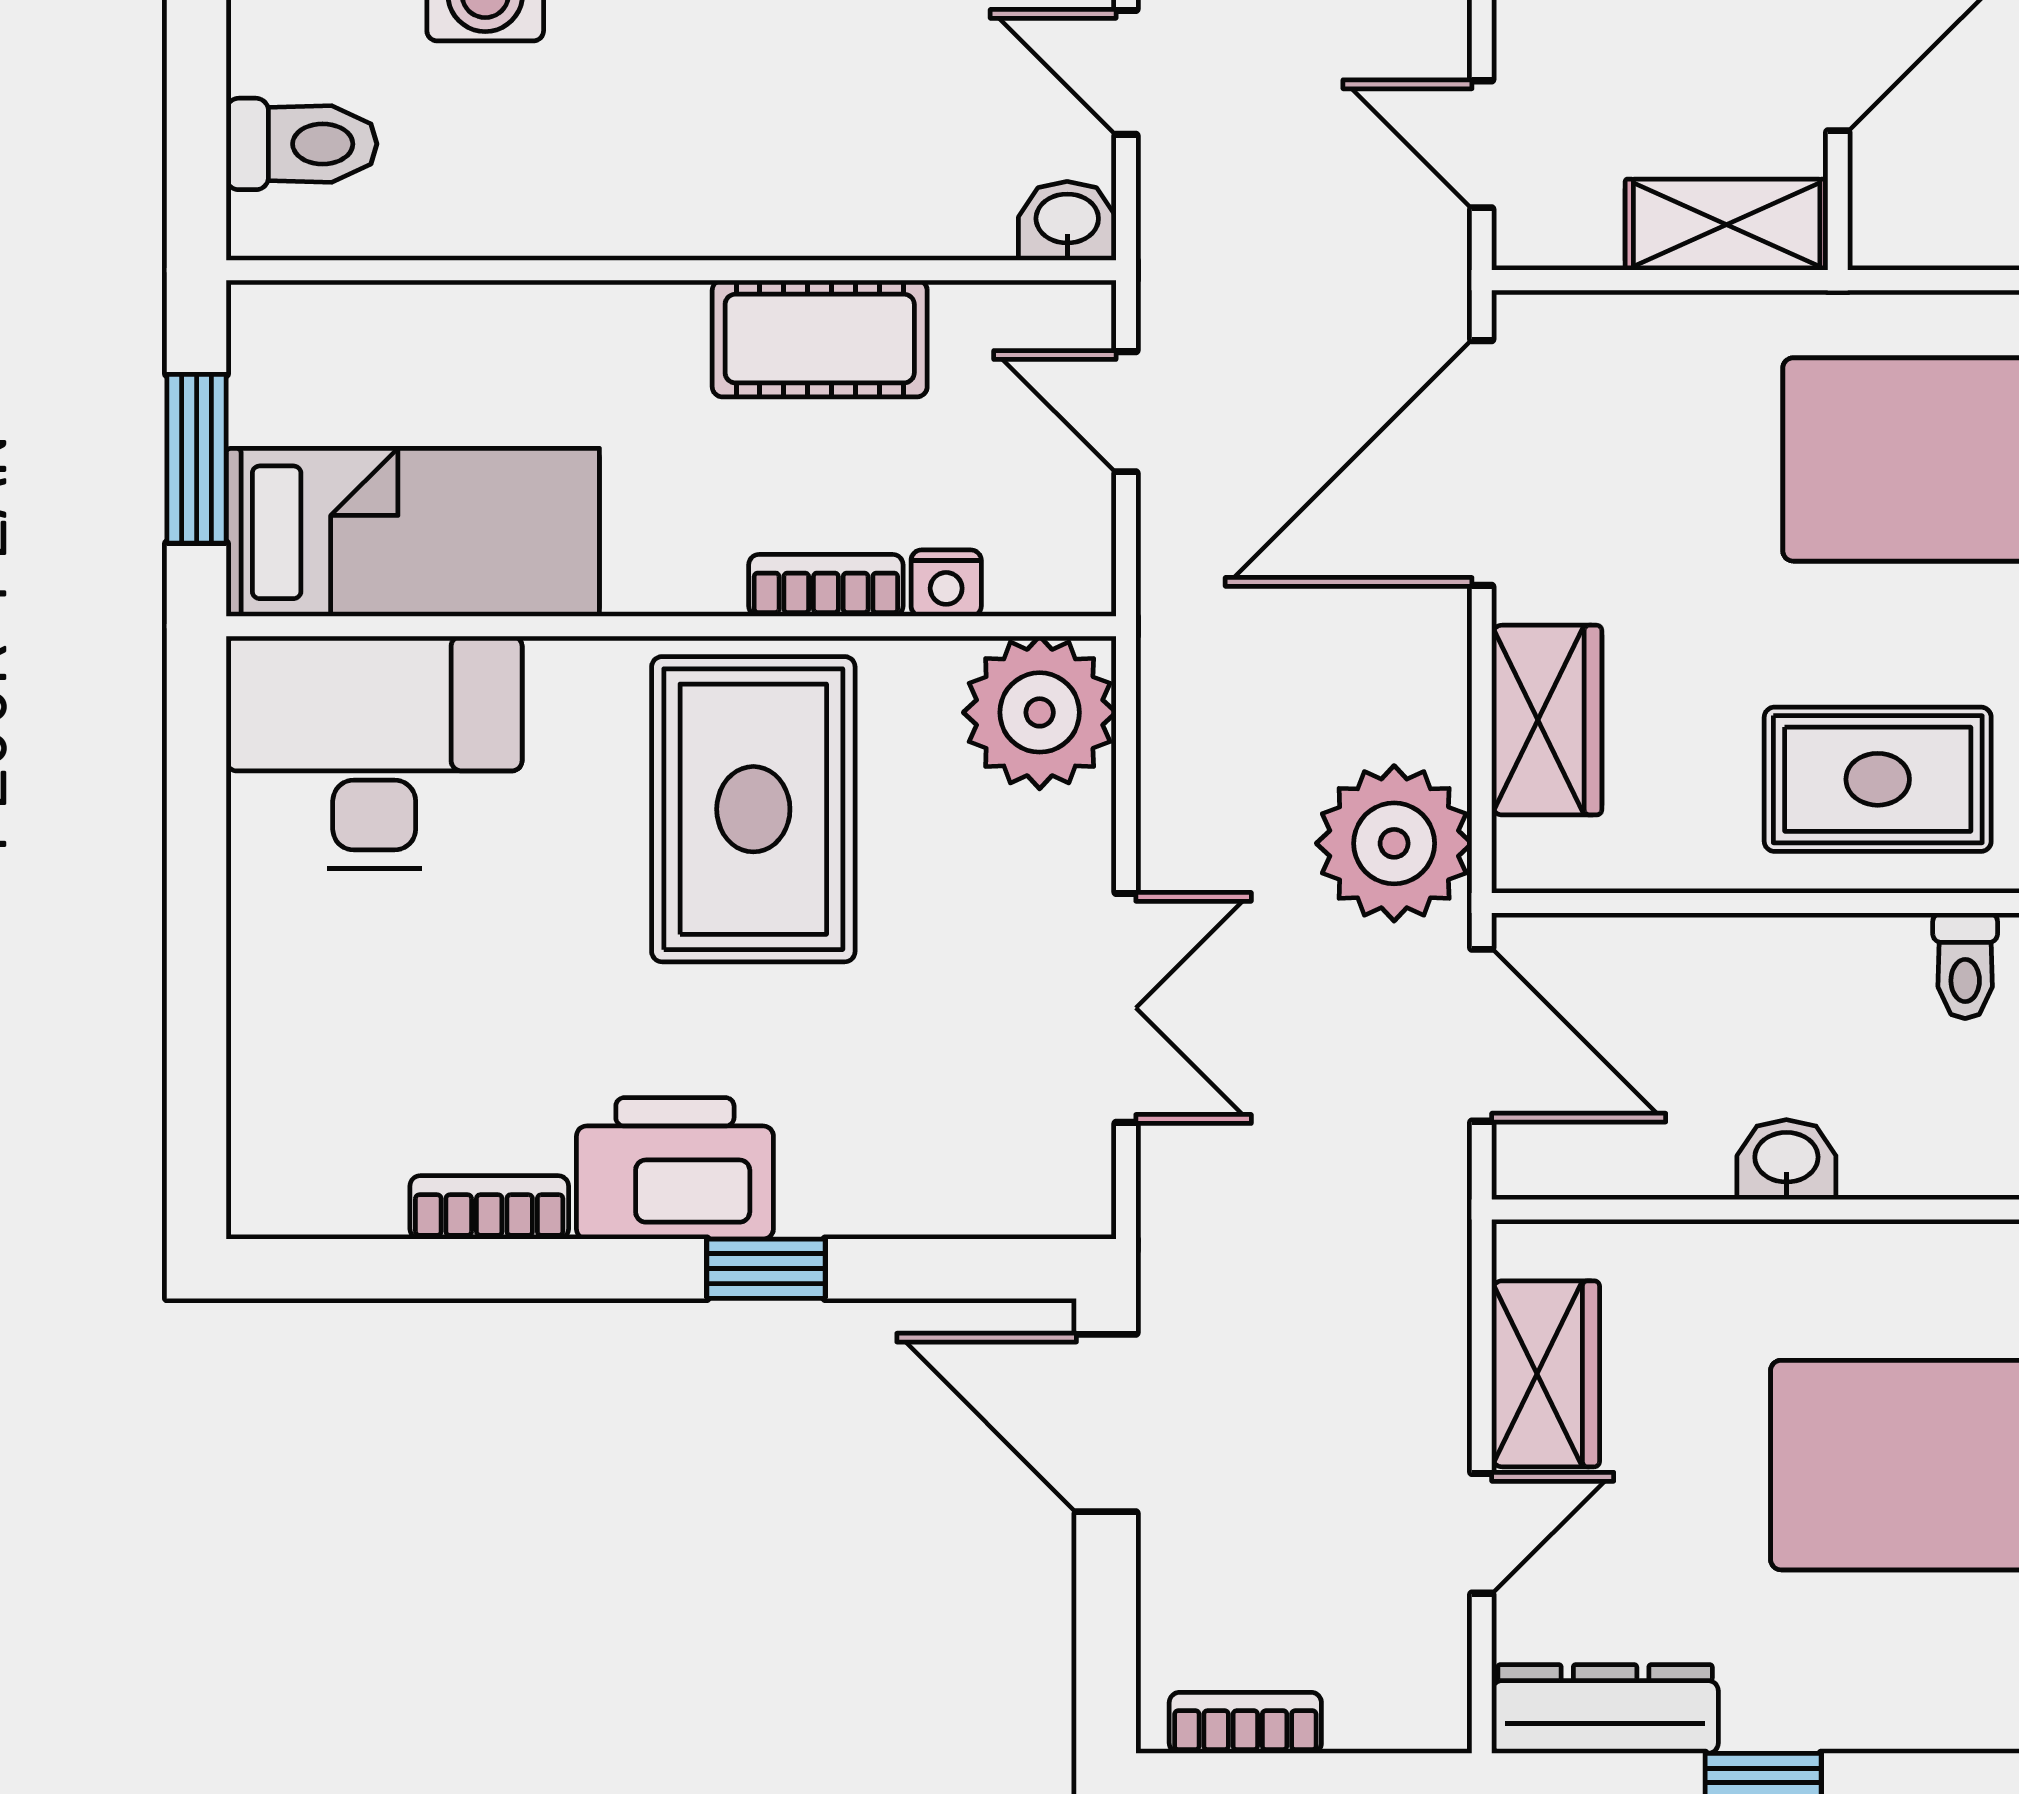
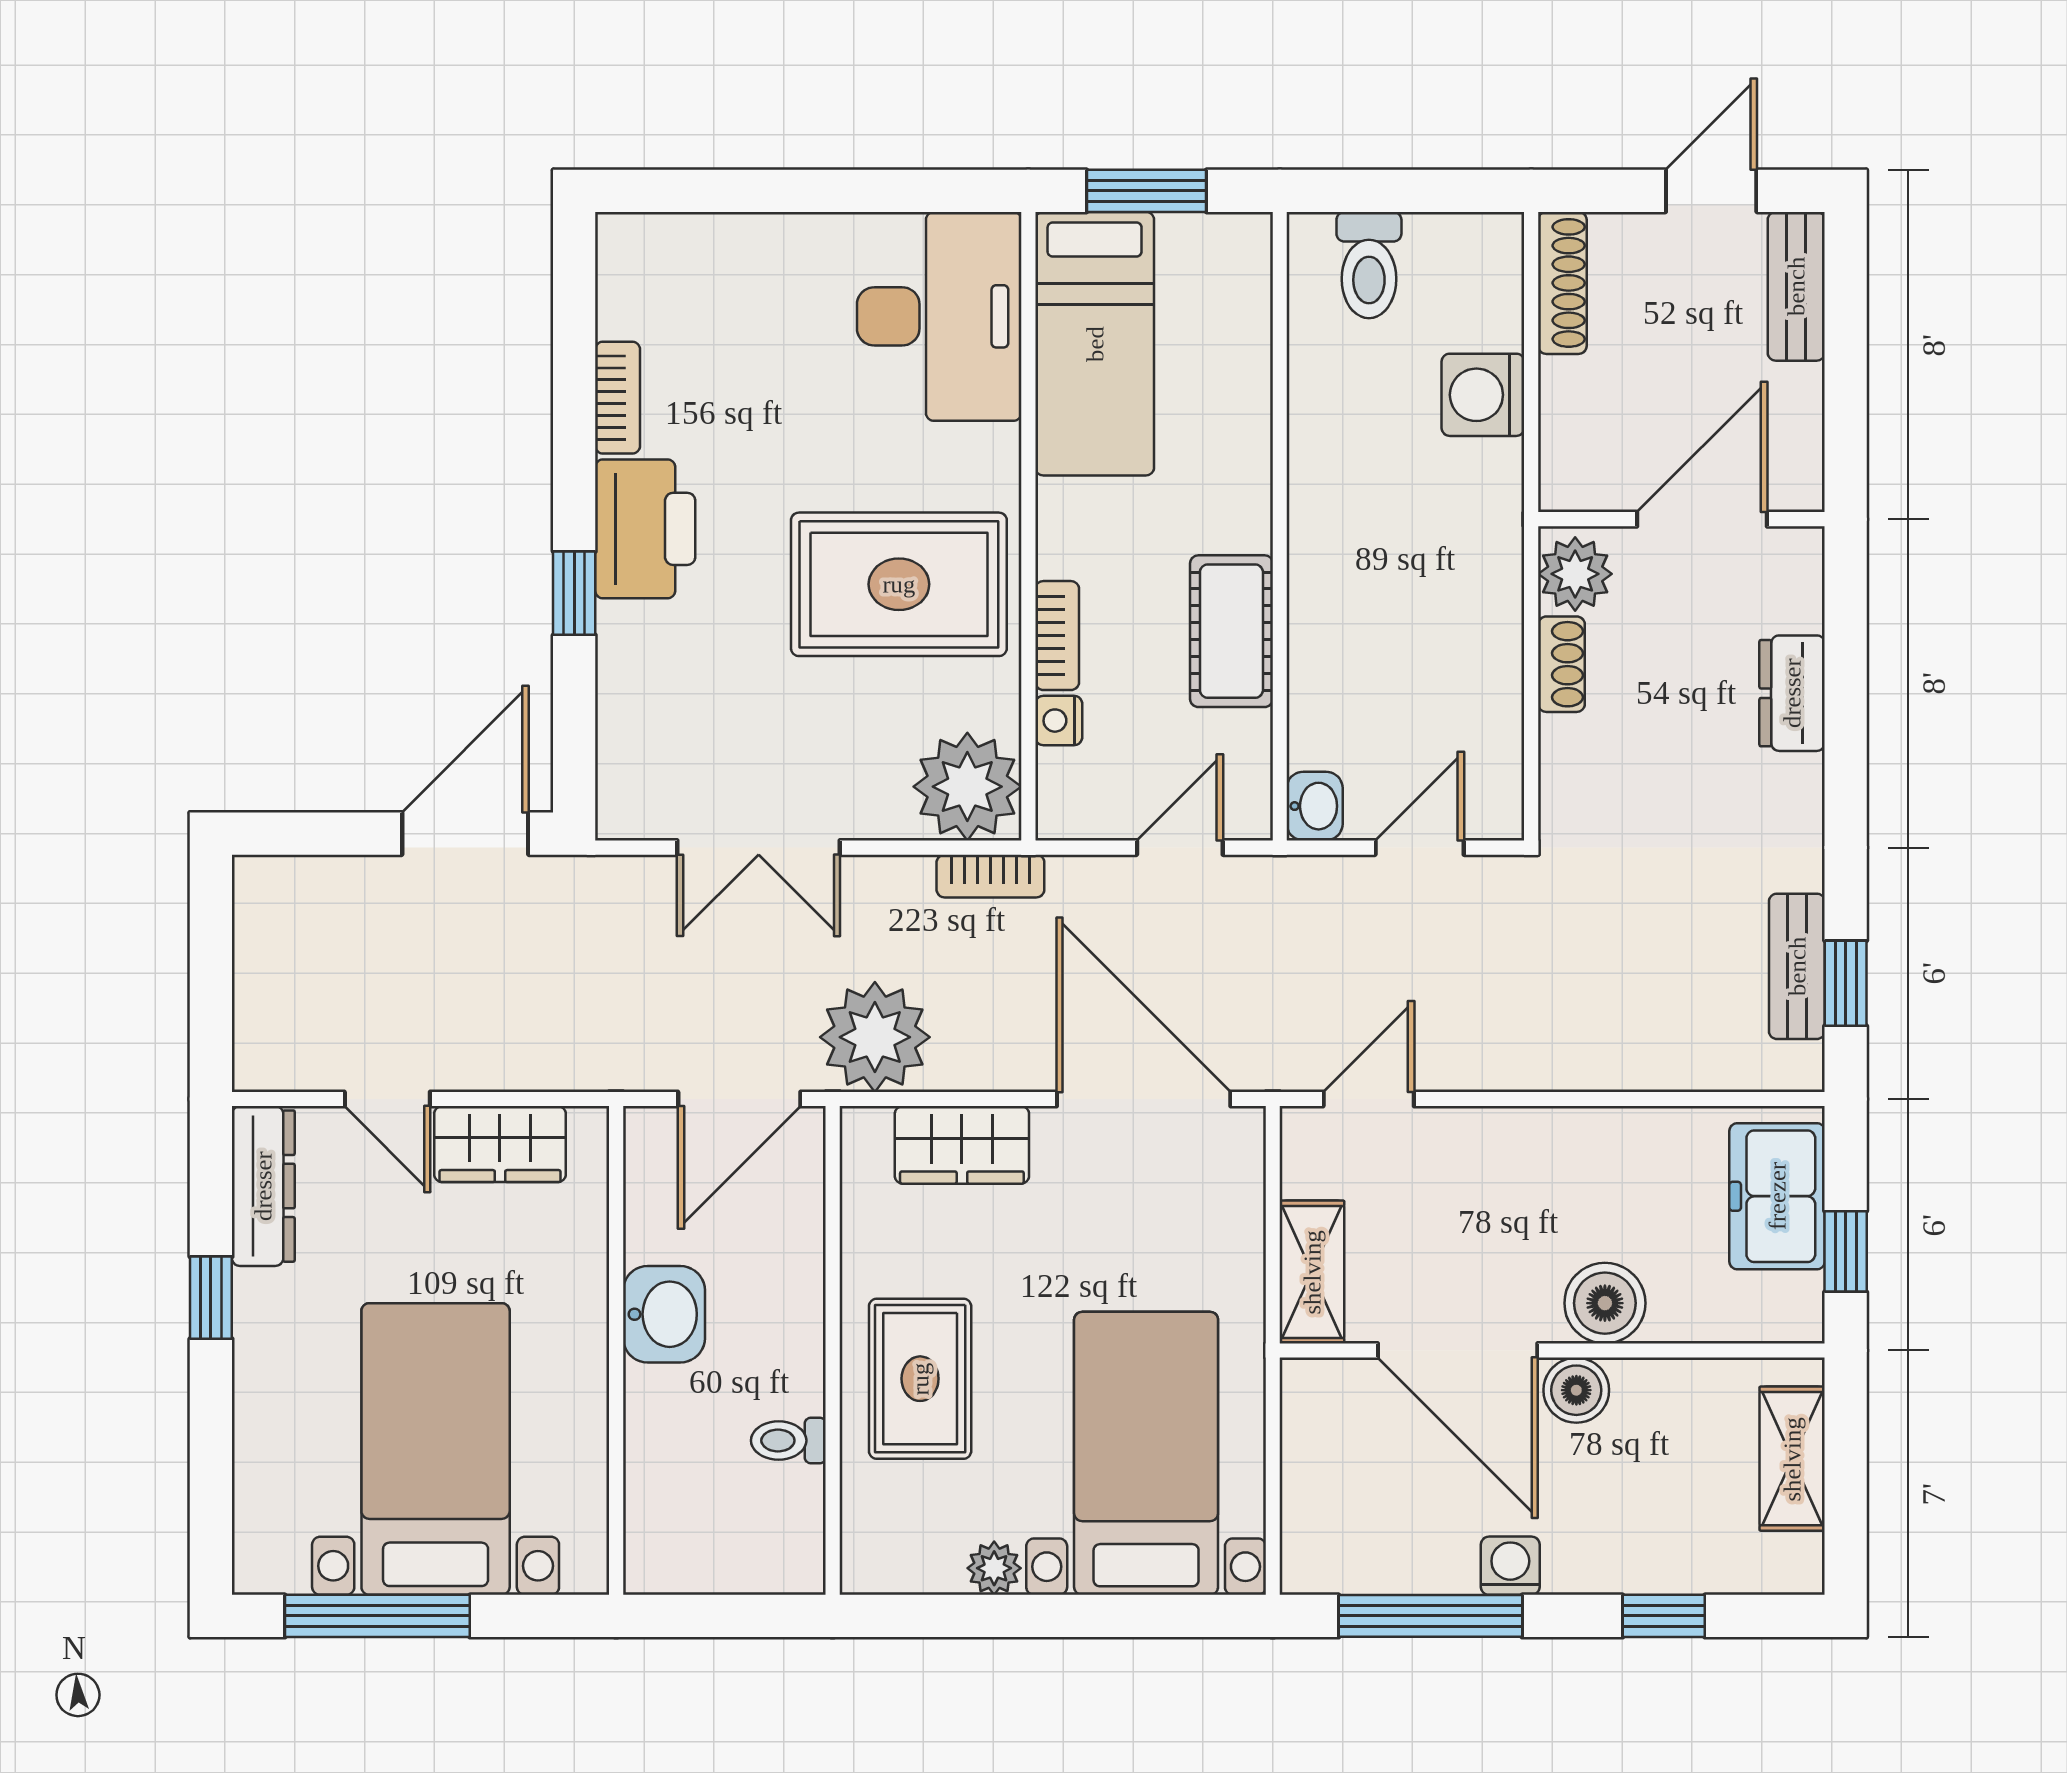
washbasin: (1786, 1160) -> (664, 1314), width x1.38, depth x1.45
bookcase: (1245, 1723) -> (990, 876), moved, turned 90

